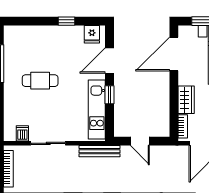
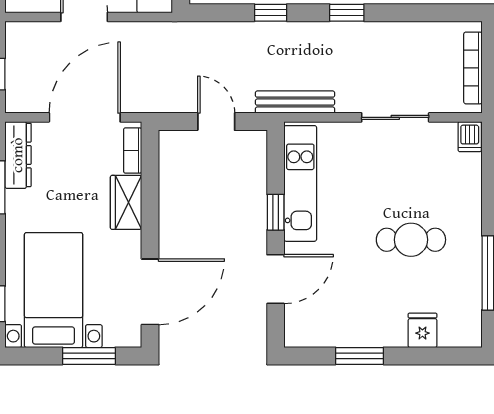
window: (66, 21) -> (360, 356), width x1.50
fridge: (92, 34) -> (422, 330), moved
dishwasher: (22, 133) -> (470, 137), moved

